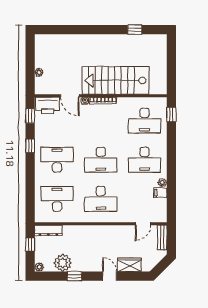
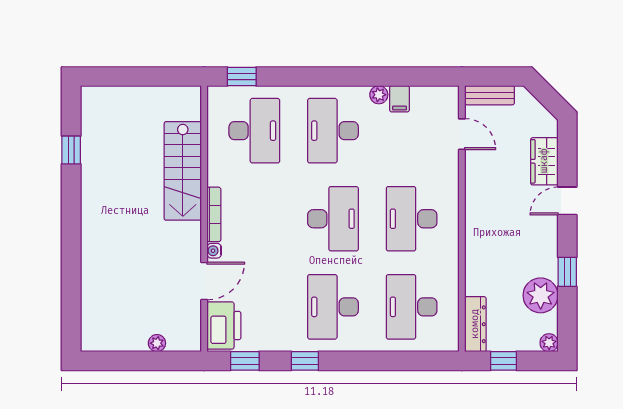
stairs: (116, 80) -> (183, 171), width x0.73, depth x0.66
desk: (145, 160) -> (333, 131), turned 180
desk: (101, 199) -> (412, 219), turned 180

